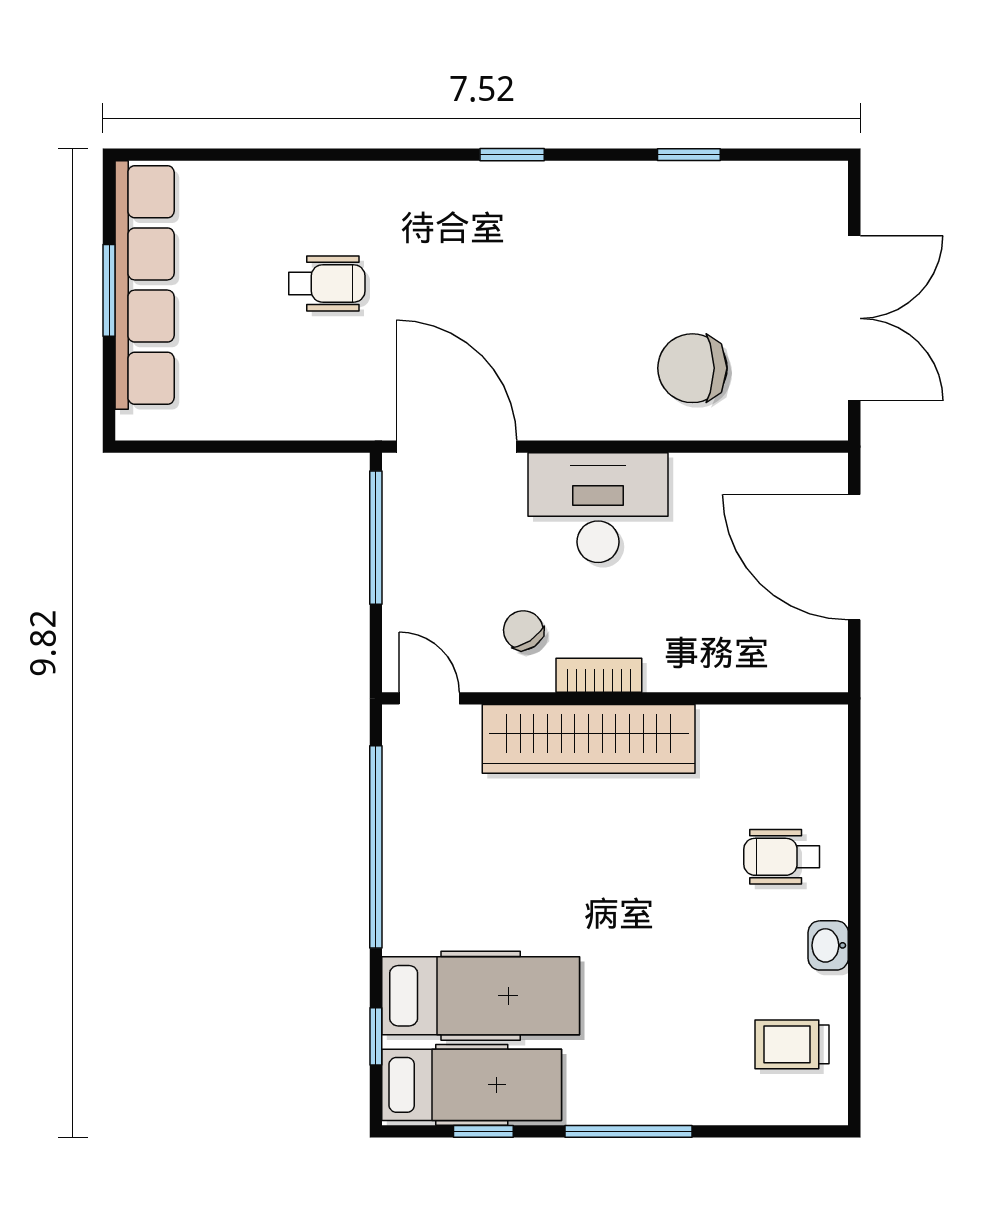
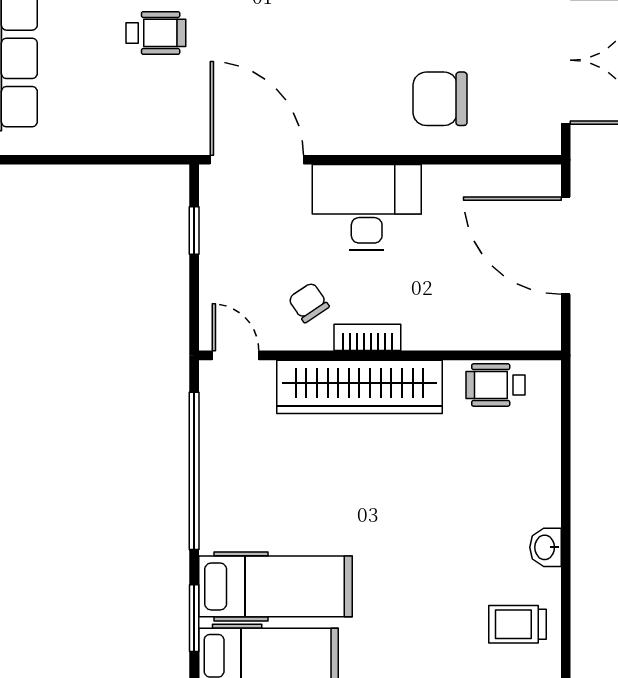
window: (376, 538) -> (194, 231), width x0.46
wheelchair: (782, 857) -> (495, 385), moved
window: (376, 1036) -> (194, 618), width x1.50

